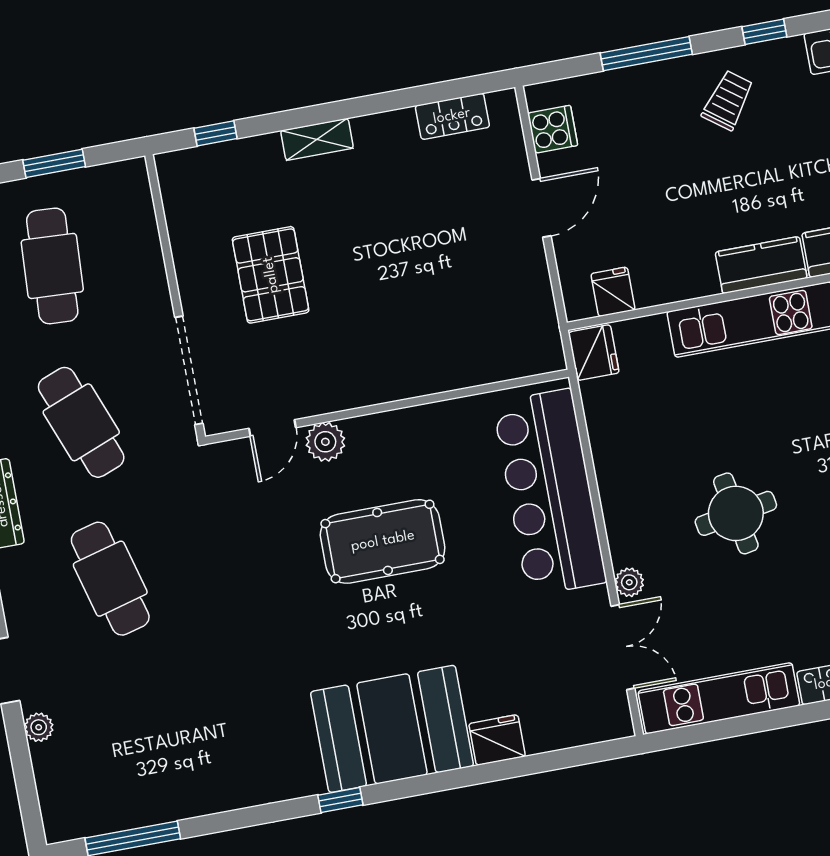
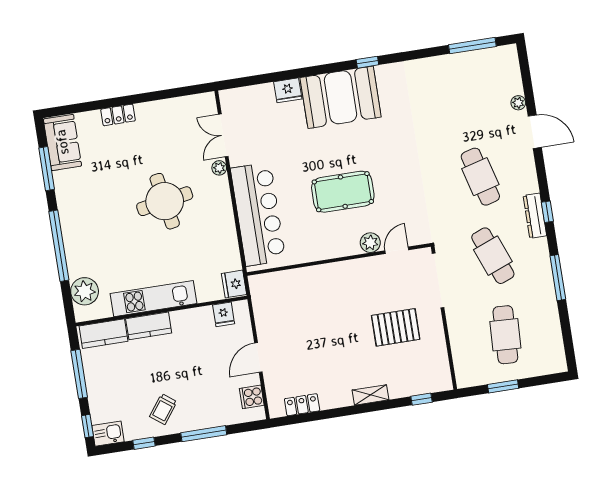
pallet: (271, 275) -> (396, 327), turned 90
round table: (736, 513) -> (165, 201), width x1.36, depth x1.36
kitchen unit: (719, 698) -> (176, 108), removed

